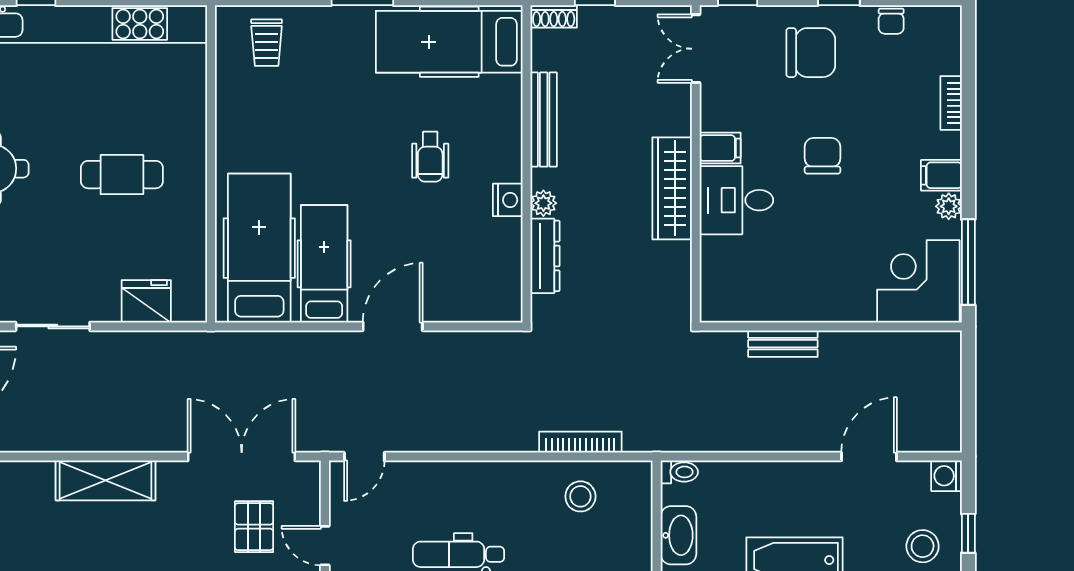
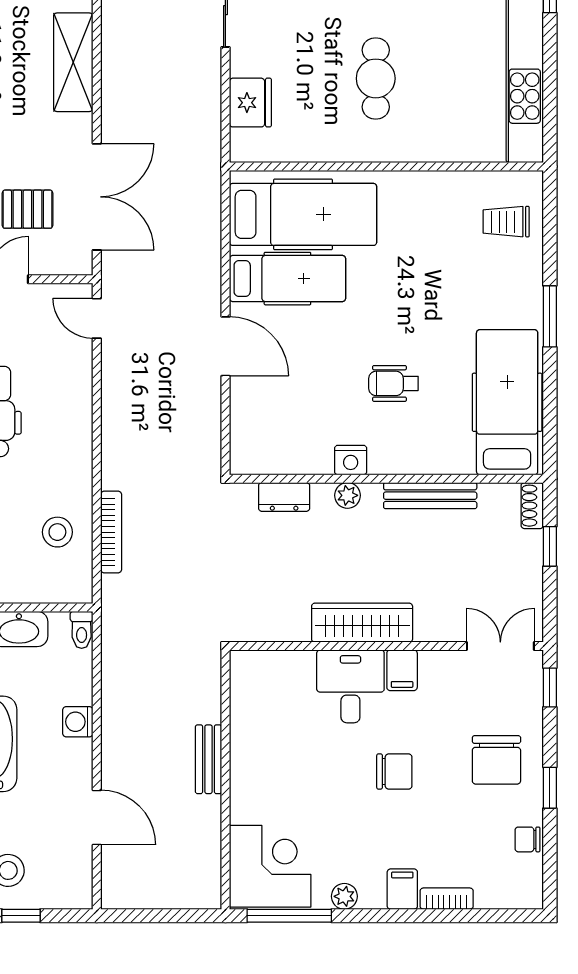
filing cabinet: (941, 175) -> (402, 889), moved
dresser: (545, 256) -> (284, 497), width x0.70
bench: (783, 344) -> (208, 759), moved
washing machine: (947, 476) -> (78, 722), moved, turned -90

